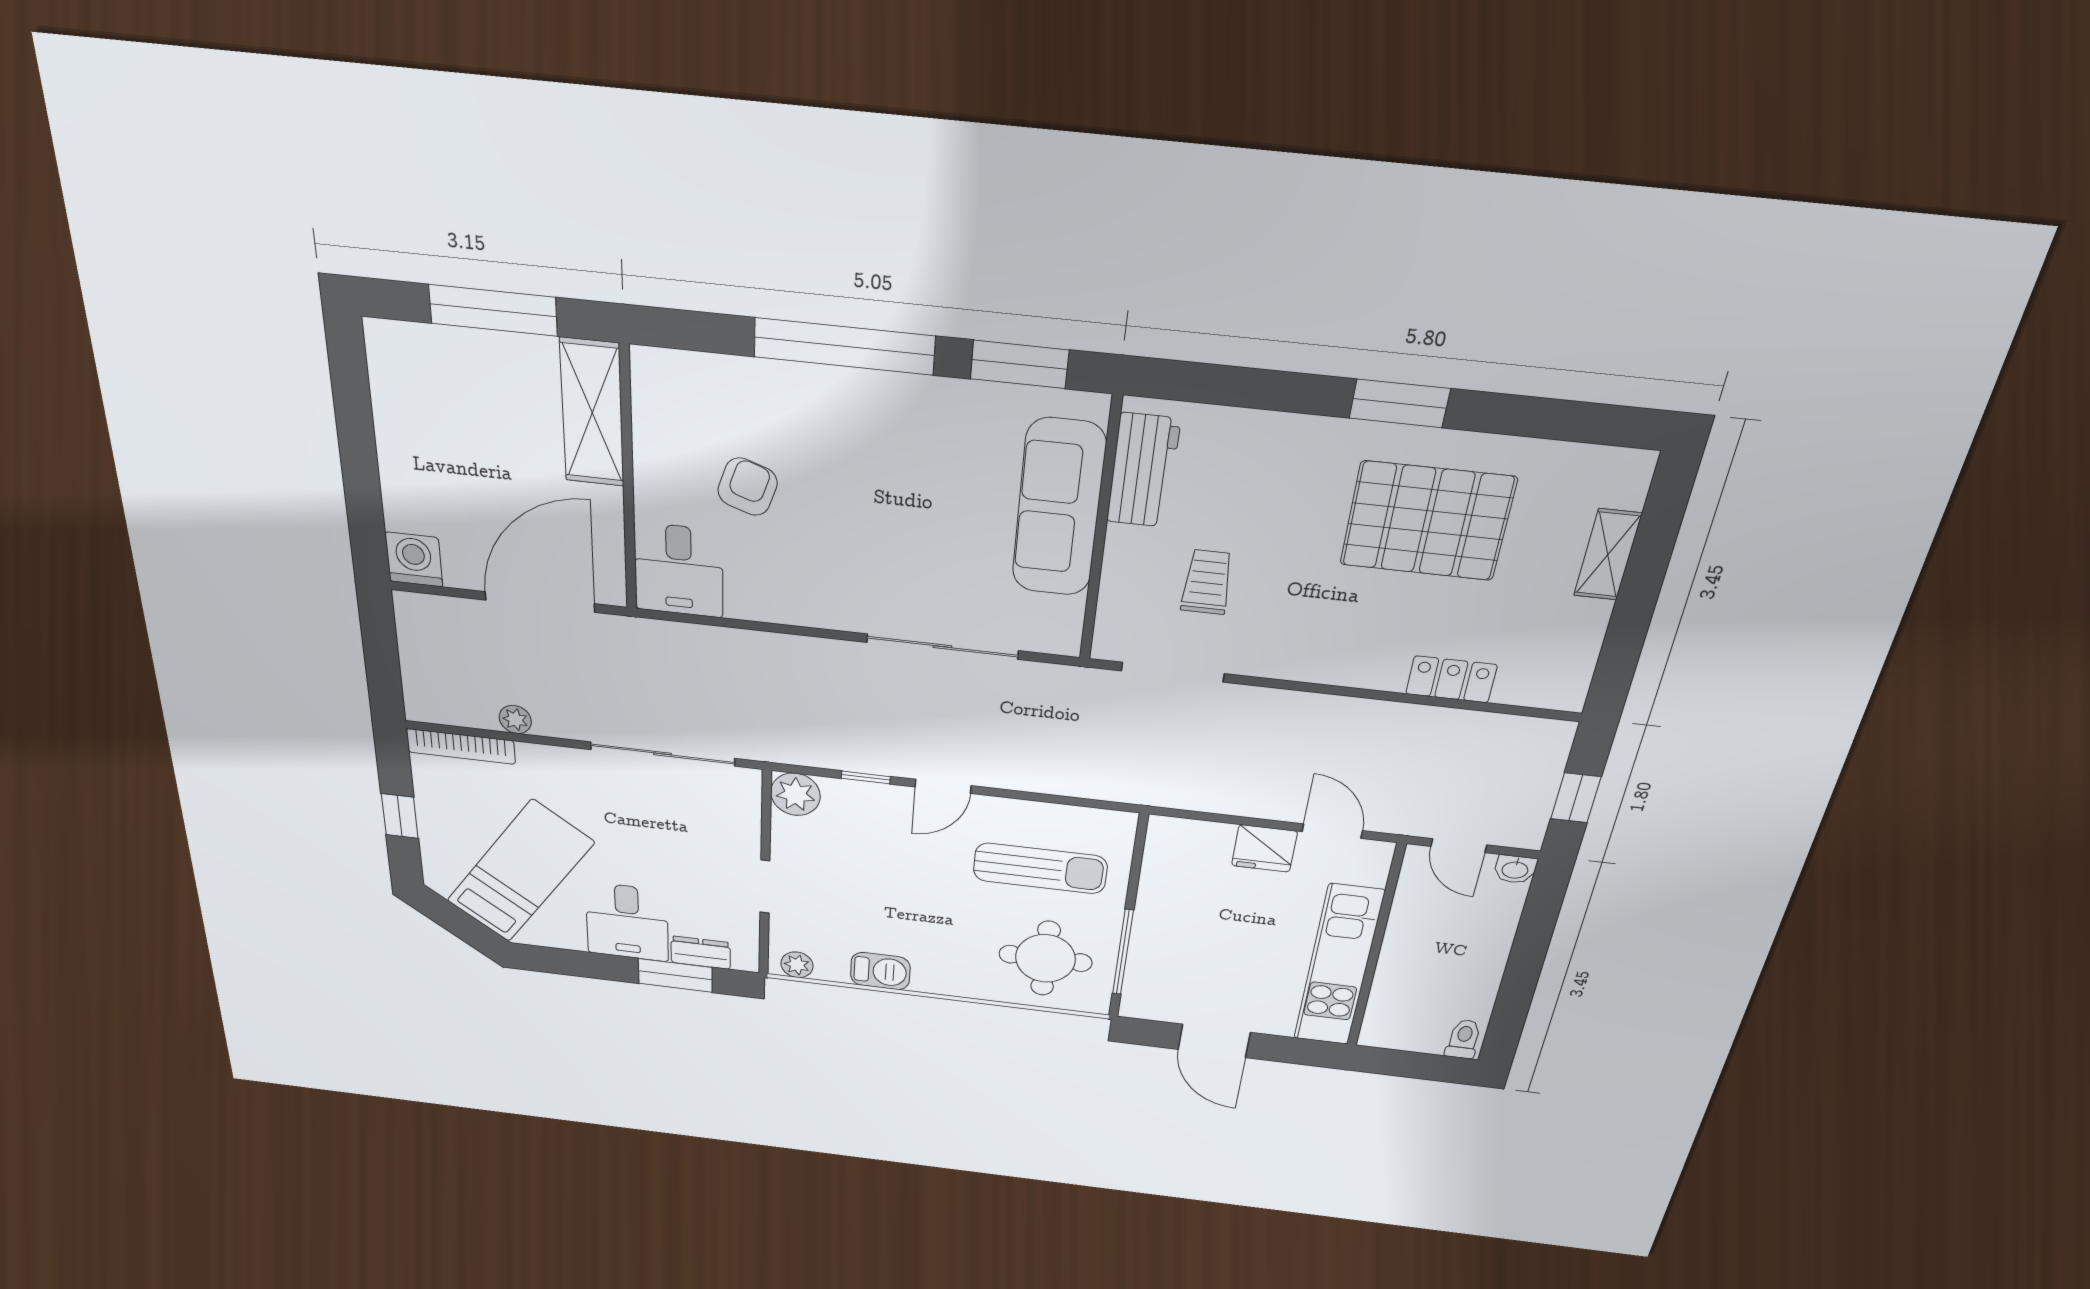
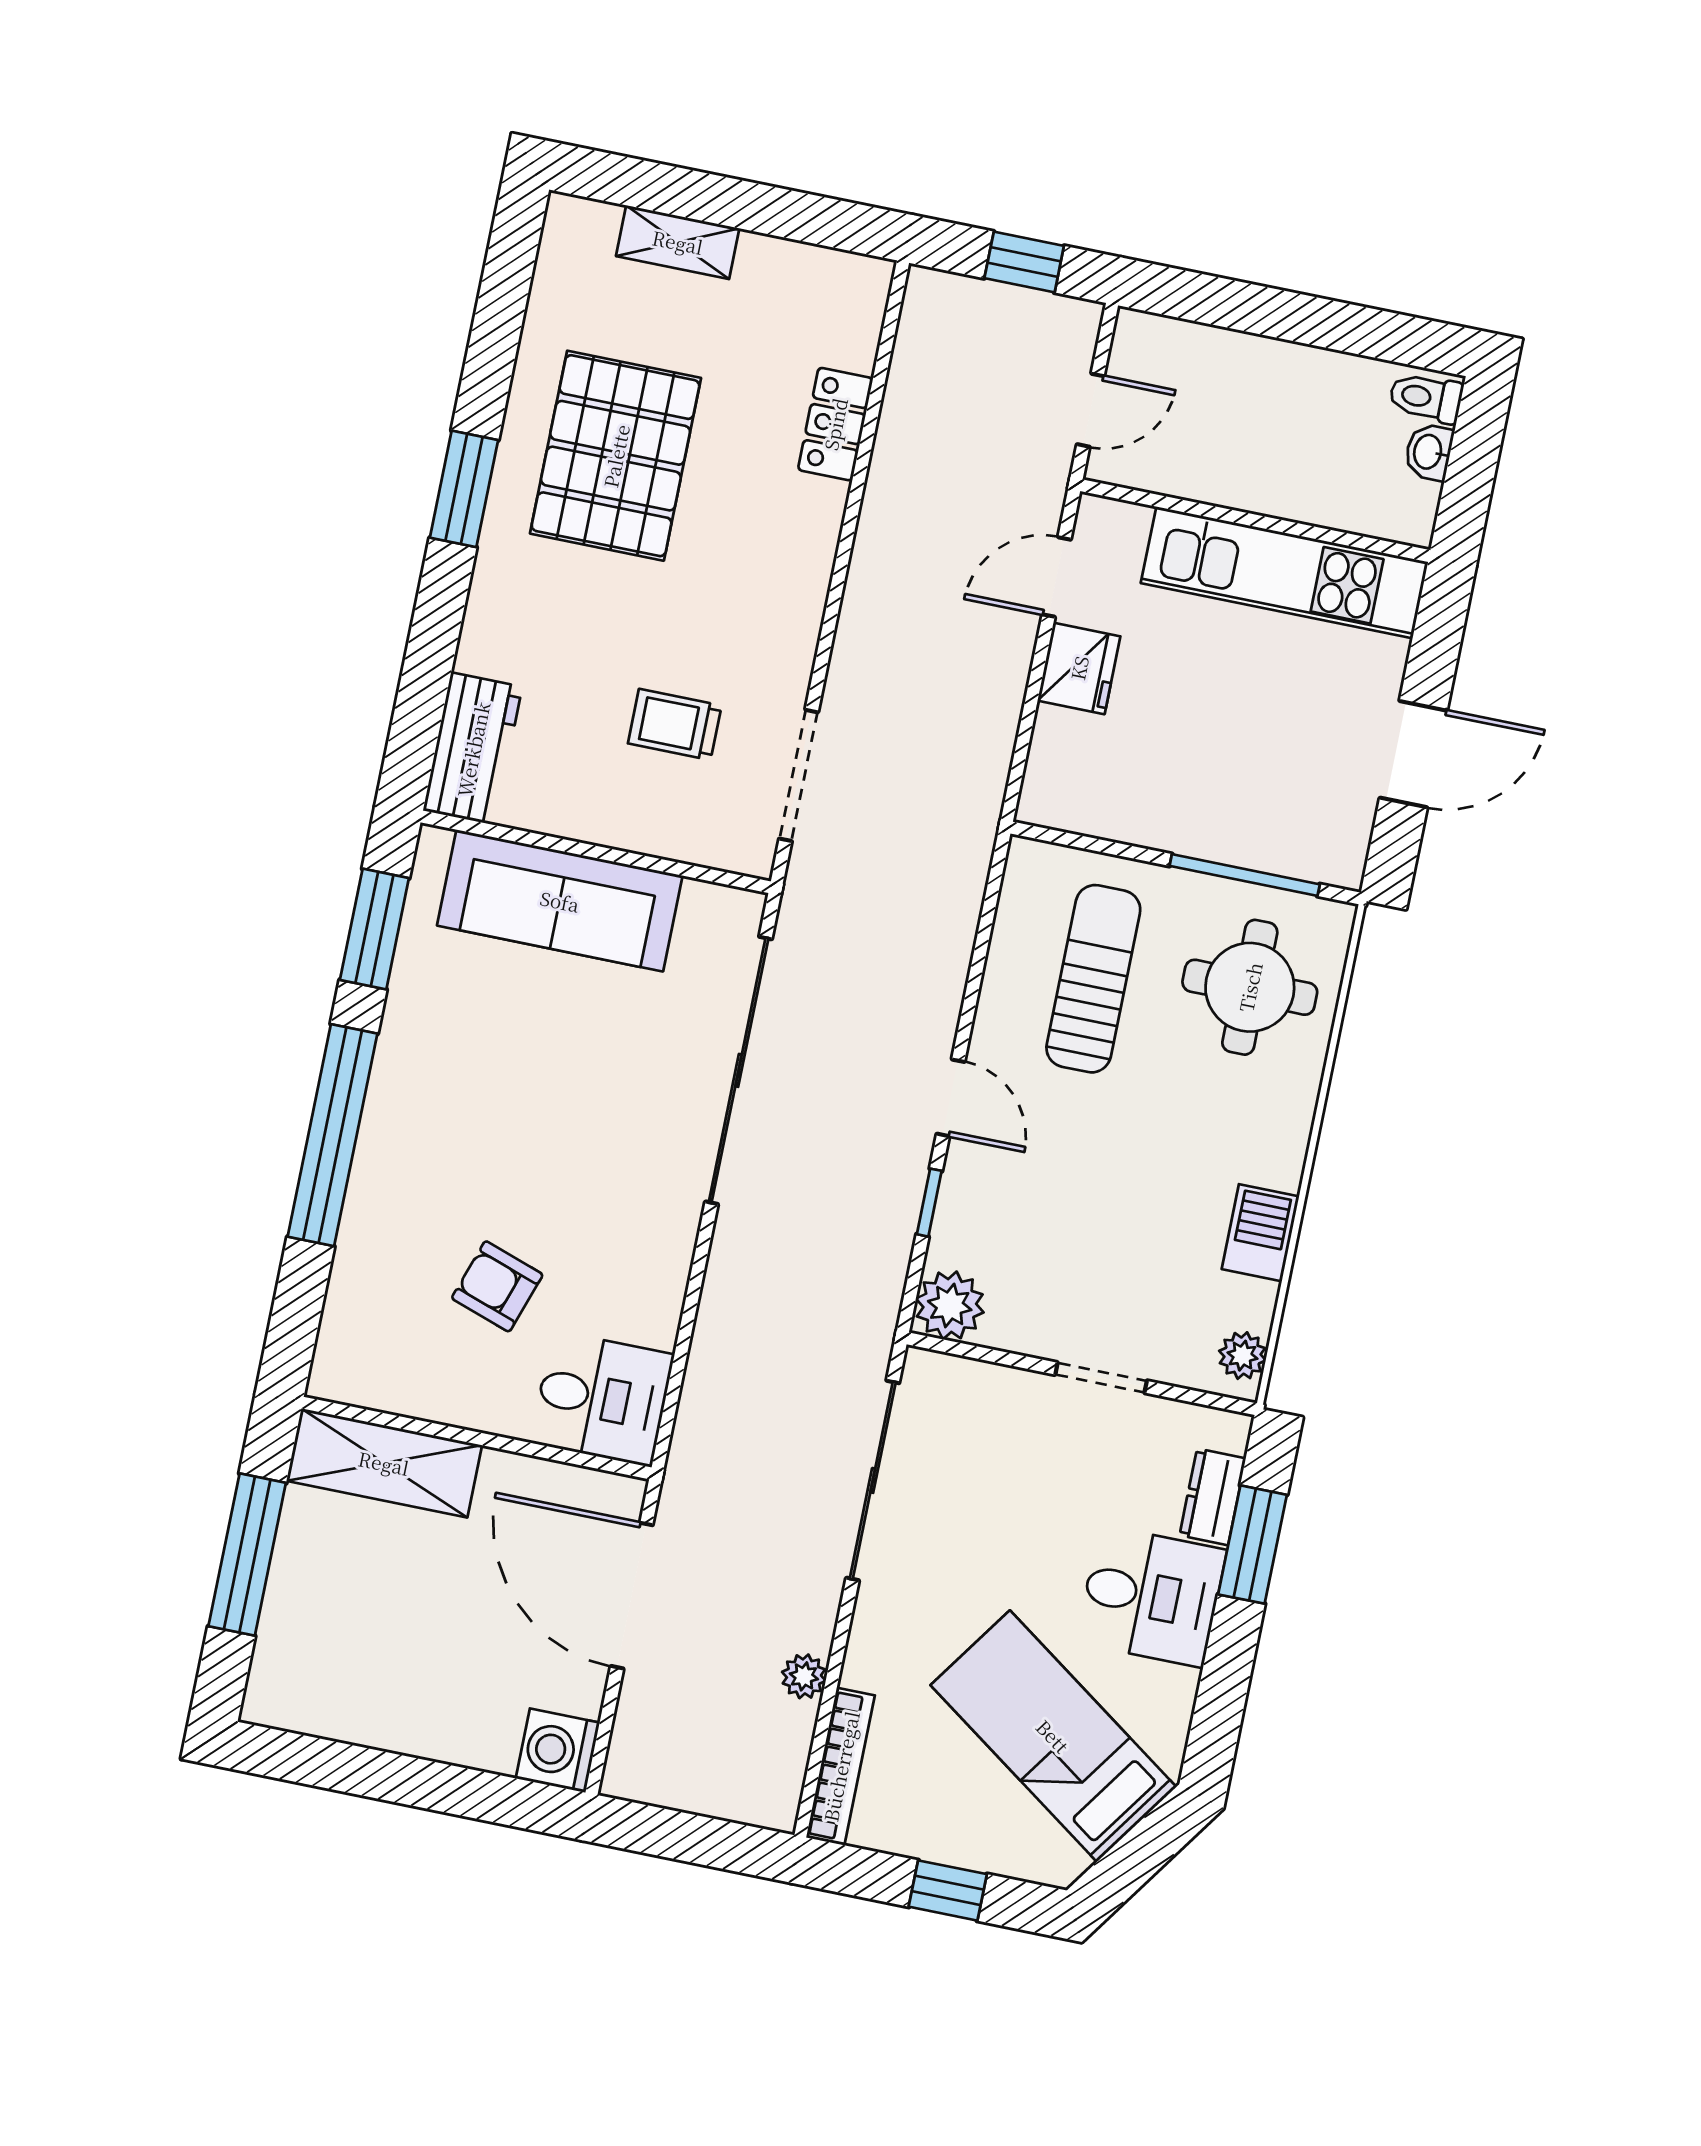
workbench: (1143, 470) -> (473, 749), moved, turned 90
sliding door: (942, 647) -> (739, 1070), width x1.36
washbasin: (1515, 869) -> (1429, 452), moved, turned 180

